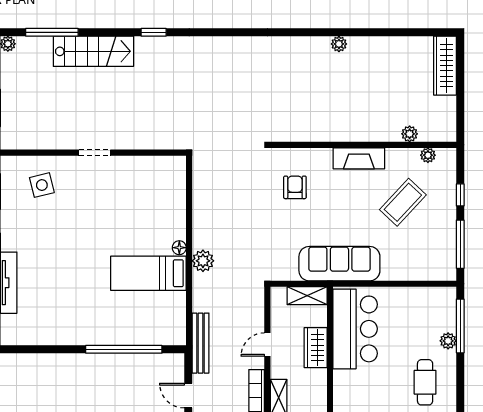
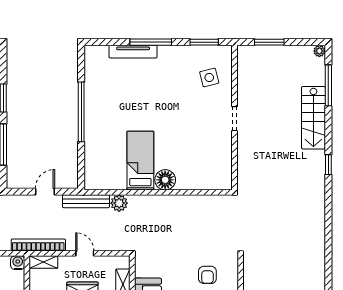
armchair: (295, 187) -> (207, 275), turned 90
floor lamp: (179, 248) -> (165, 180), width x1.89, depth x1.89
plant: (203, 261) -> (119, 203), moved
window: (124, 349) -> (81, 112), moved

